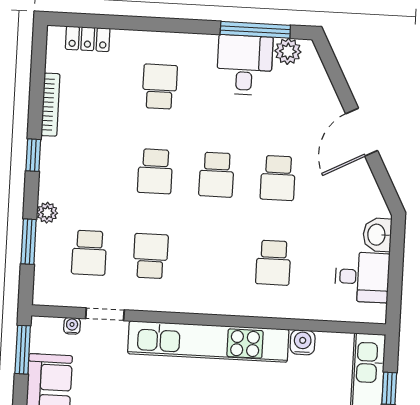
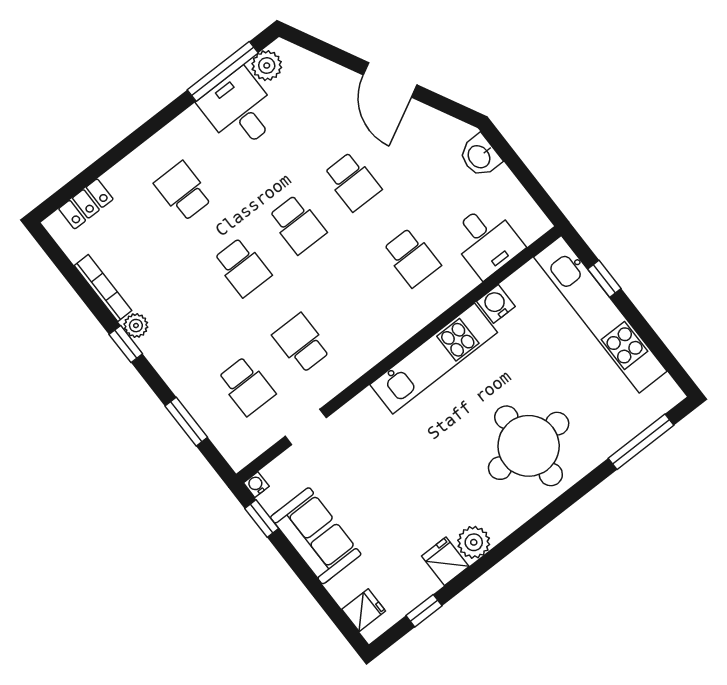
plant: (47, 213) -> (136, 326), moved
desk: (362, 277) -> (486, 241), moved, turned 90
water cooler: (72, 326) -> (256, 485), moved
kitchen unit: (208, 342) -> (434, 359), width x0.73
window: (23, 350) -> (262, 519), width x0.67

